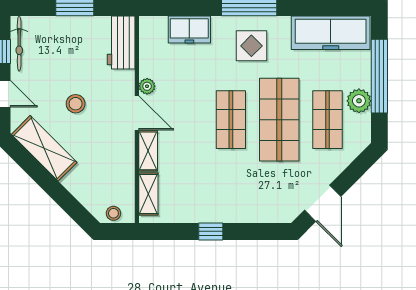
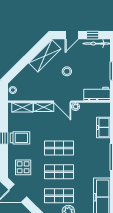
display table: (251, 46) -> (23, 167), moved
door: (137, 113) -> (62, 102), hinge flipped
shop shelf: (279, 120) -> (59, 172), width x0.70, depth x0.74
trolley: (210, 199) -> (20, 138), added

